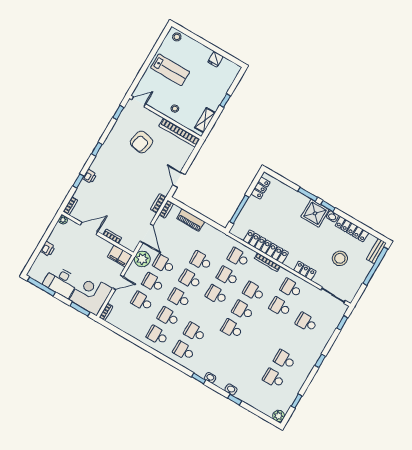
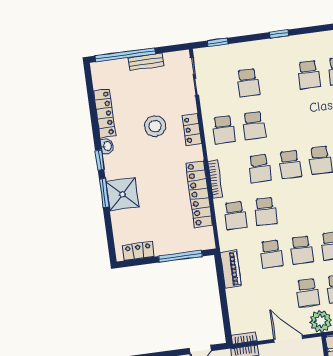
shower: (315, 213) -> (122, 194), moved
piano: (191, 220) -> (231, 269), moved
door: (147, 233) -> (288, 339), hinge flipped
bench: (376, 251) -> (146, 62), moved
stool: (340, 258) -> (155, 126), moved
school desk: (216, 295) -> (296, 207), removed

